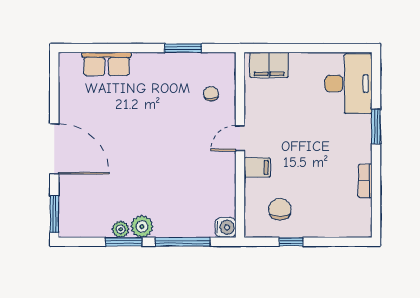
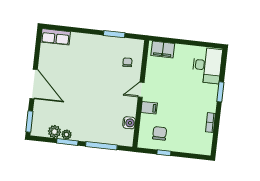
row of seats: (107, 64) -> (56, 37), moved
plant: (142, 227) -> (54, 132), moved
water cooler: (225, 227) -> (129, 123), moved

